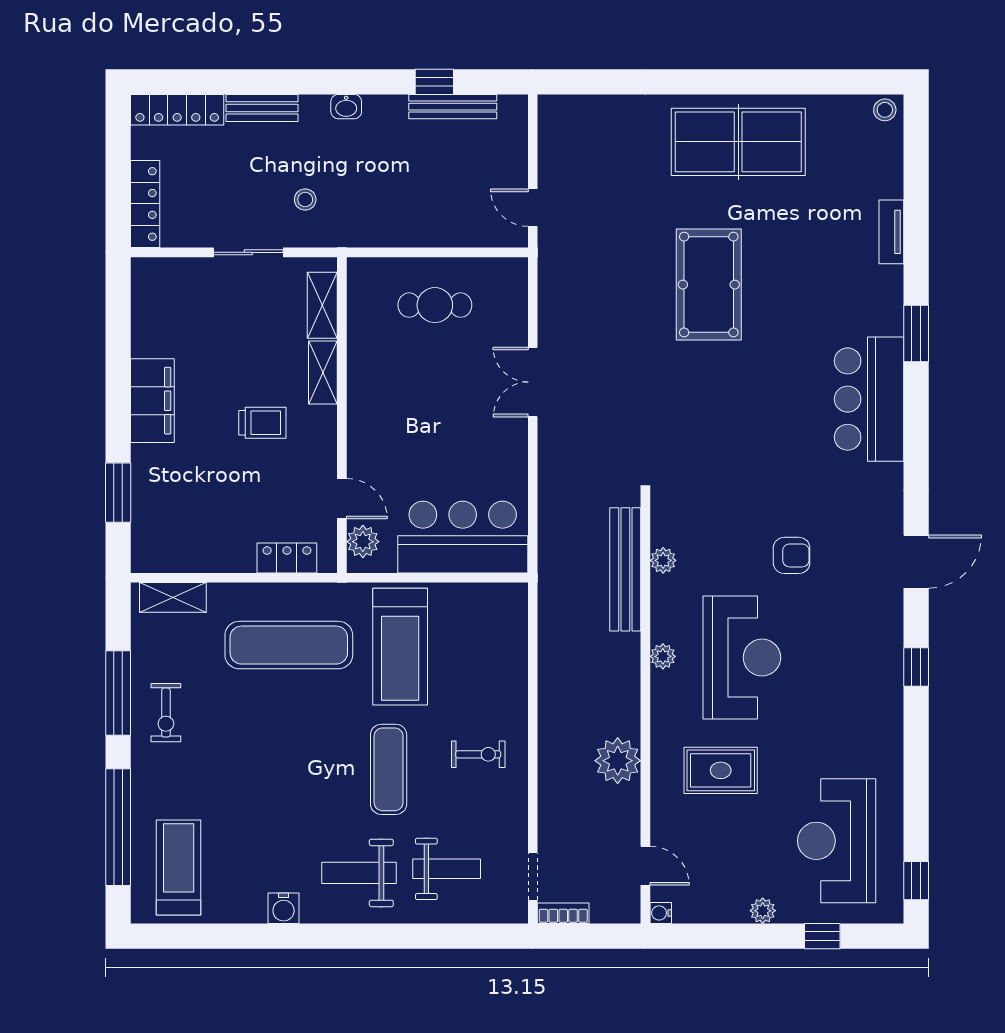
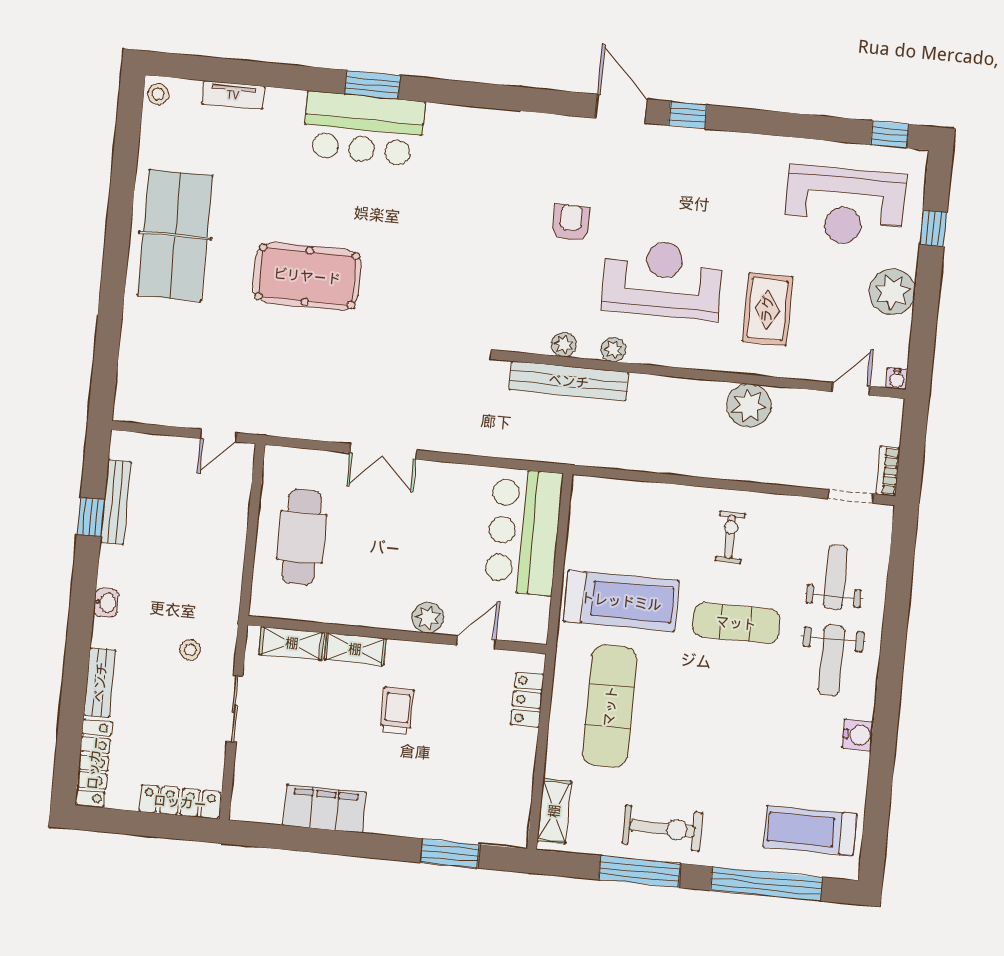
tv unit: (891, 232) -> (233, 95), moved
cafe table: (435, 305) -> (302, 537), width x1.37, depth x1.35
bar counter: (869, 399) -> (363, 129), moved
filing cabinet: (152, 401) -> (325, 809), moved
plant: (363, 542) -> (428, 618), moved
door: (916, 562) -> (621, 109), moved
plant: (663, 656) -> (613, 350), moved
exercise bike: (166, 713) -> (662, 828), width x1.38, depth x1.39
plant: (763, 911) -> (892, 292), width x1.88, depth x1.88

